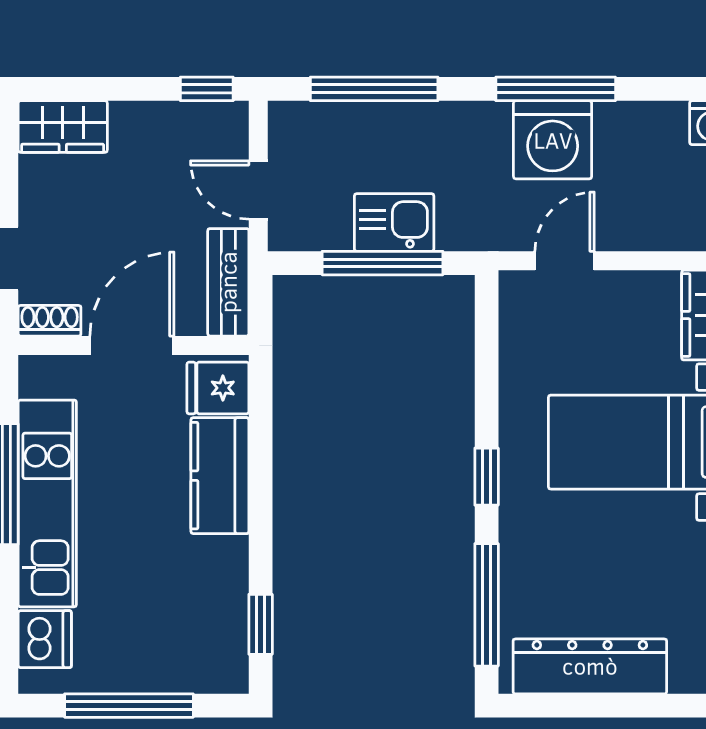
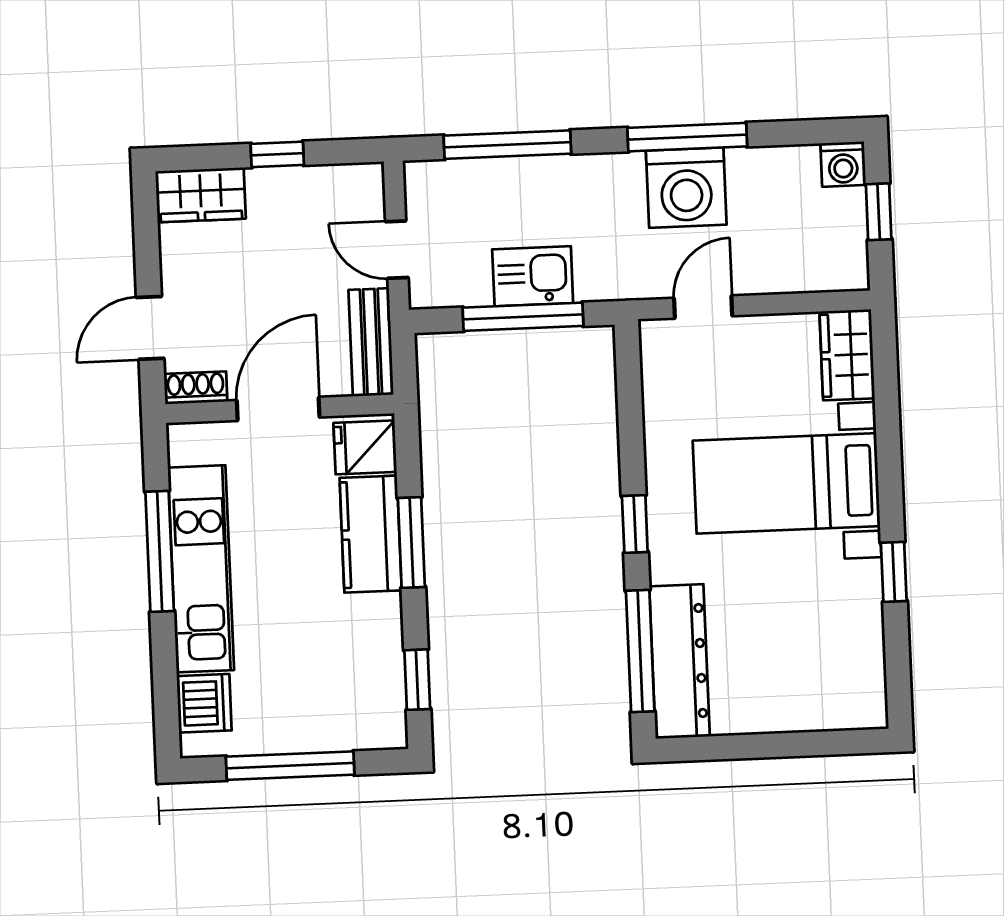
window: (207, 89) -> (277, 154), moved
window: (261, 486) -> (411, 542), added
dresser: (590, 666) -> (679, 661), moved, turned 90

